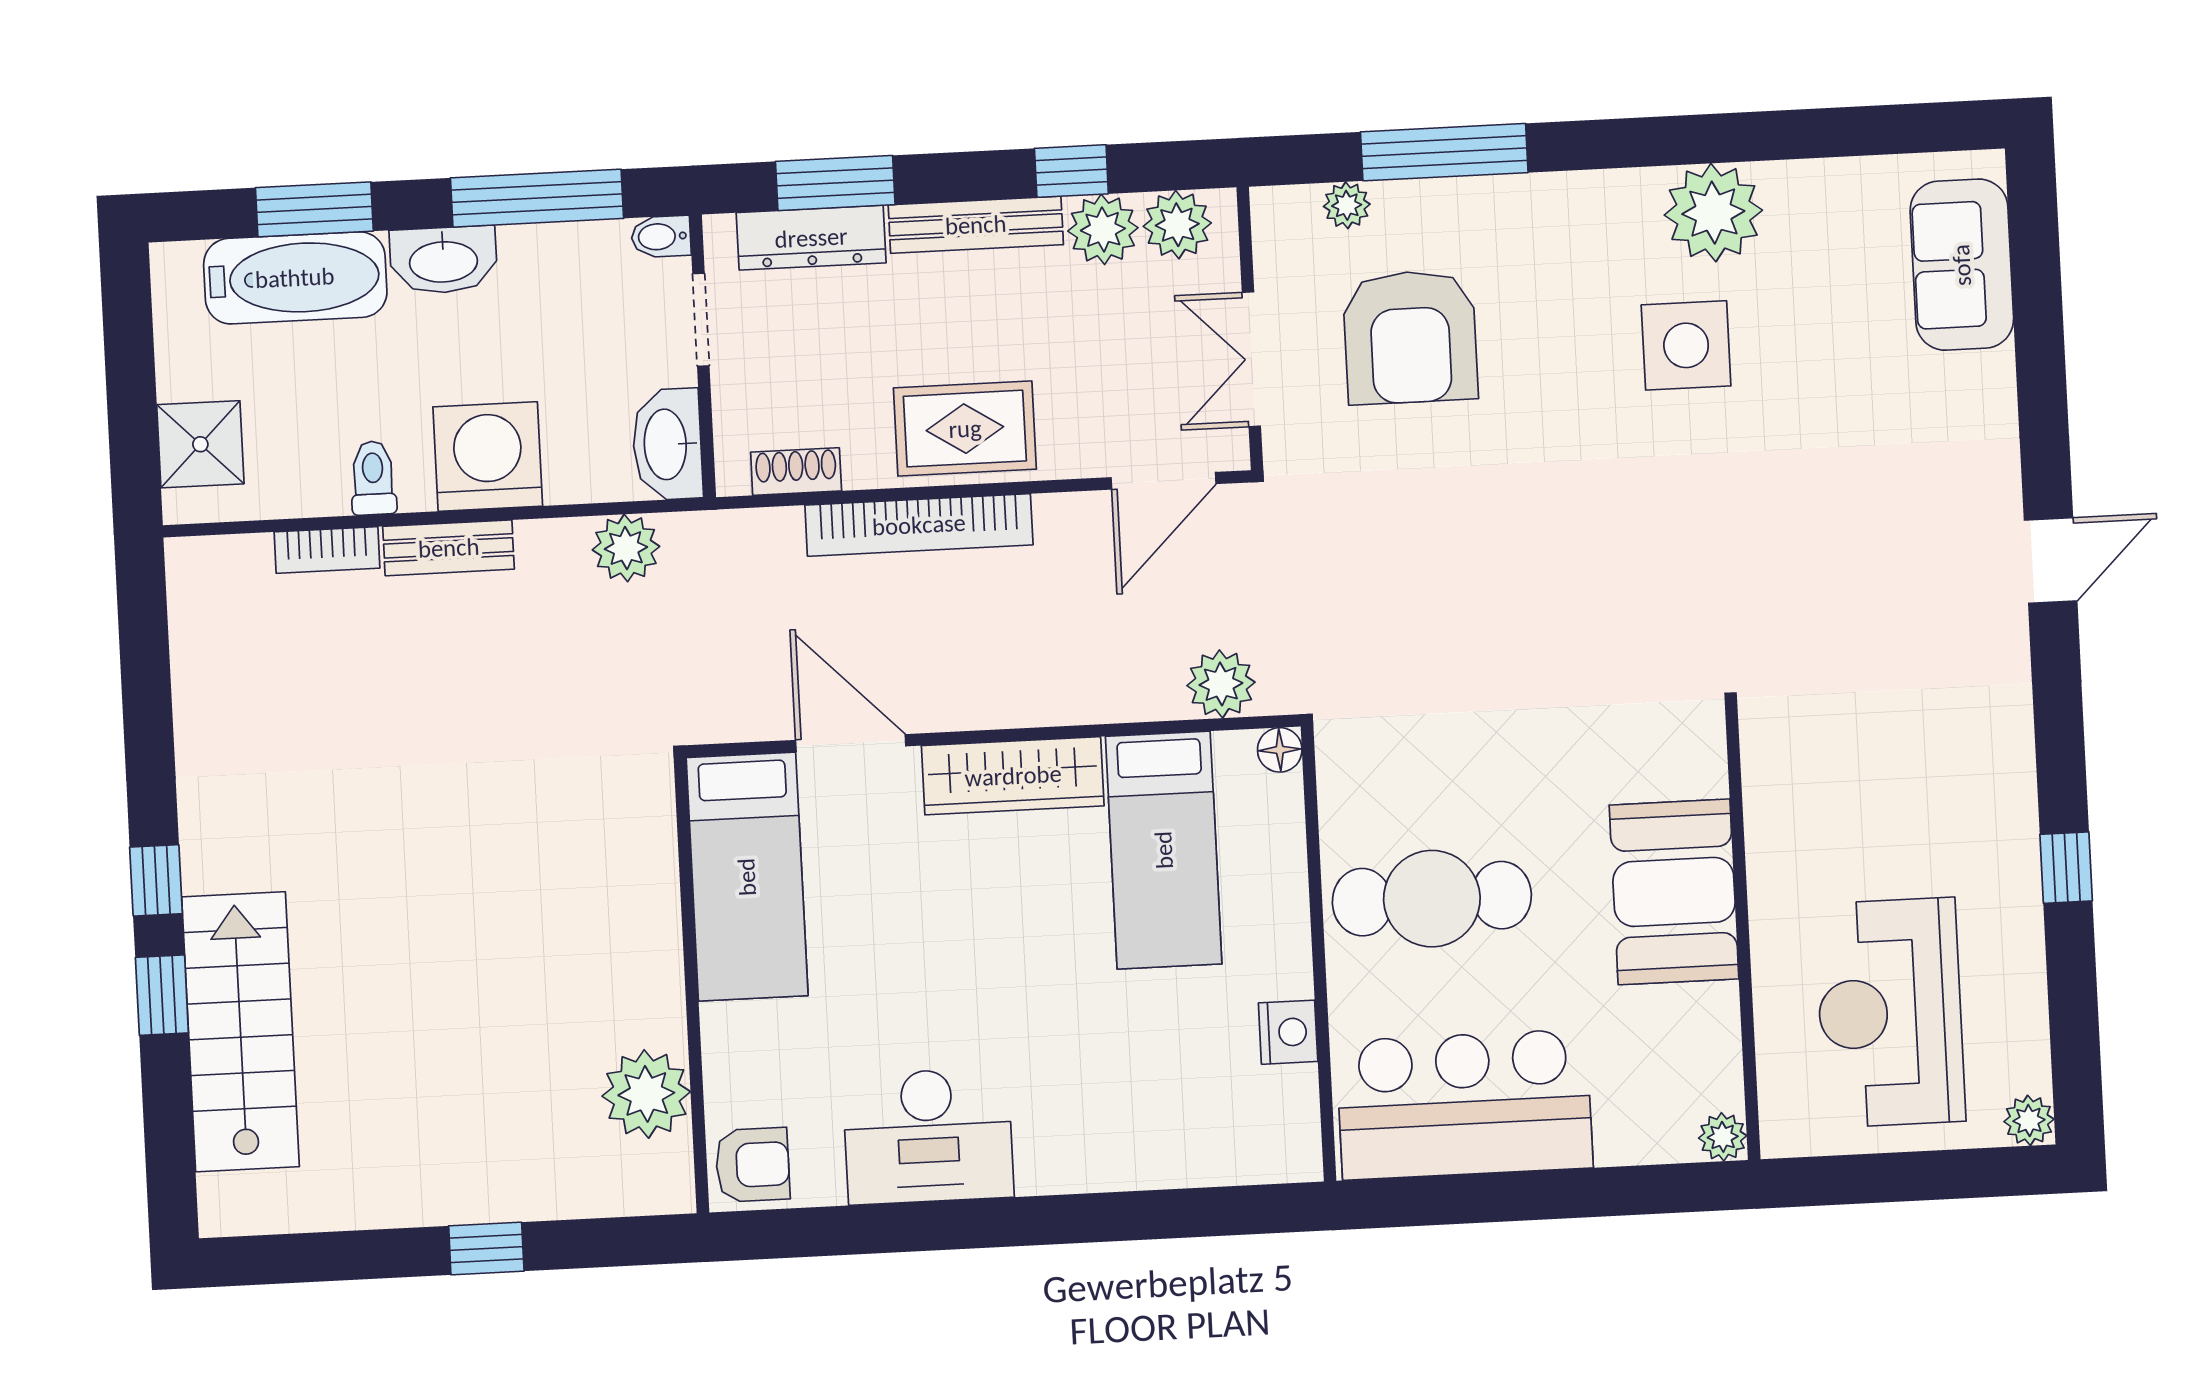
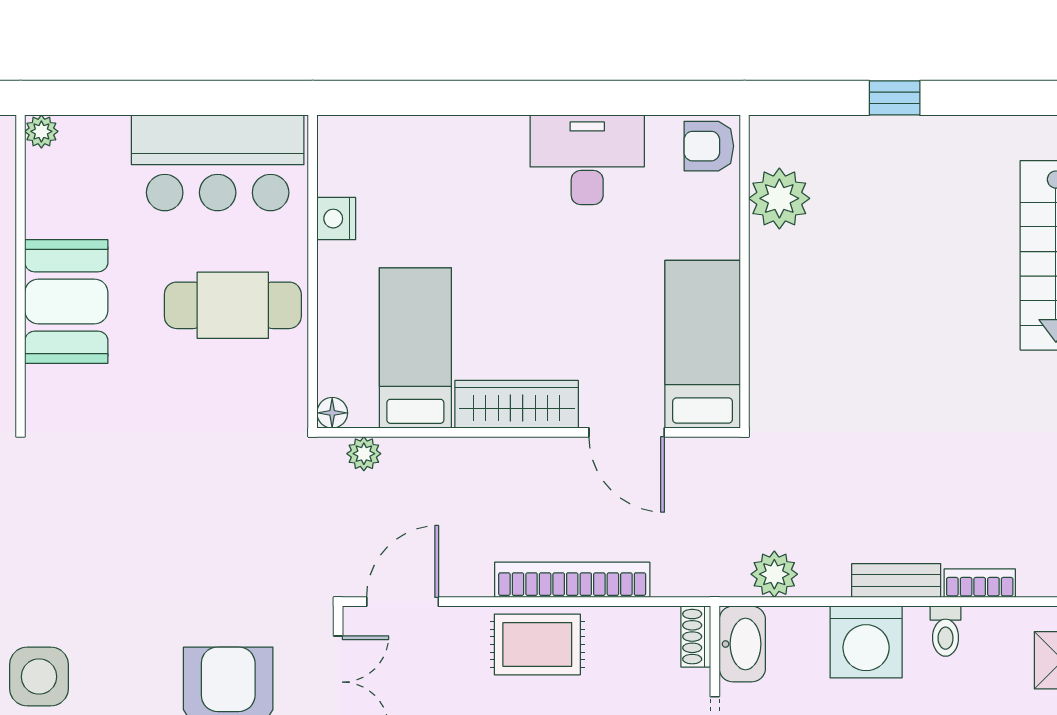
shoe rack: (796, 472) -> (696, 637), moved, turned 90
plant: (1221, 684) -> (364, 454), width x0.73, depth x0.73

